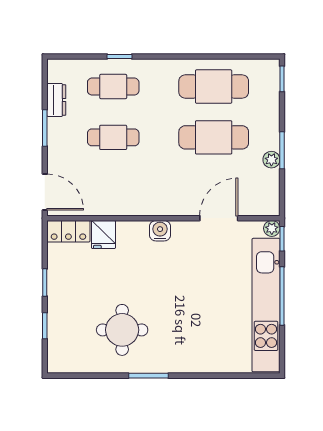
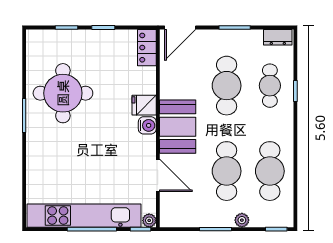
dresser: (56, 100) -> (278, 37), moved
cafe table: (113, 137) -> (227, 86), width x1.37, depth x1.35
plant: (271, 160) -> (242, 220), moved
booth: (161, 195) -> (178, 127), added
fridge: (103, 235) -> (144, 105), moved
round table: (122, 330) -> (63, 93), width x1.36, depth x1.36

